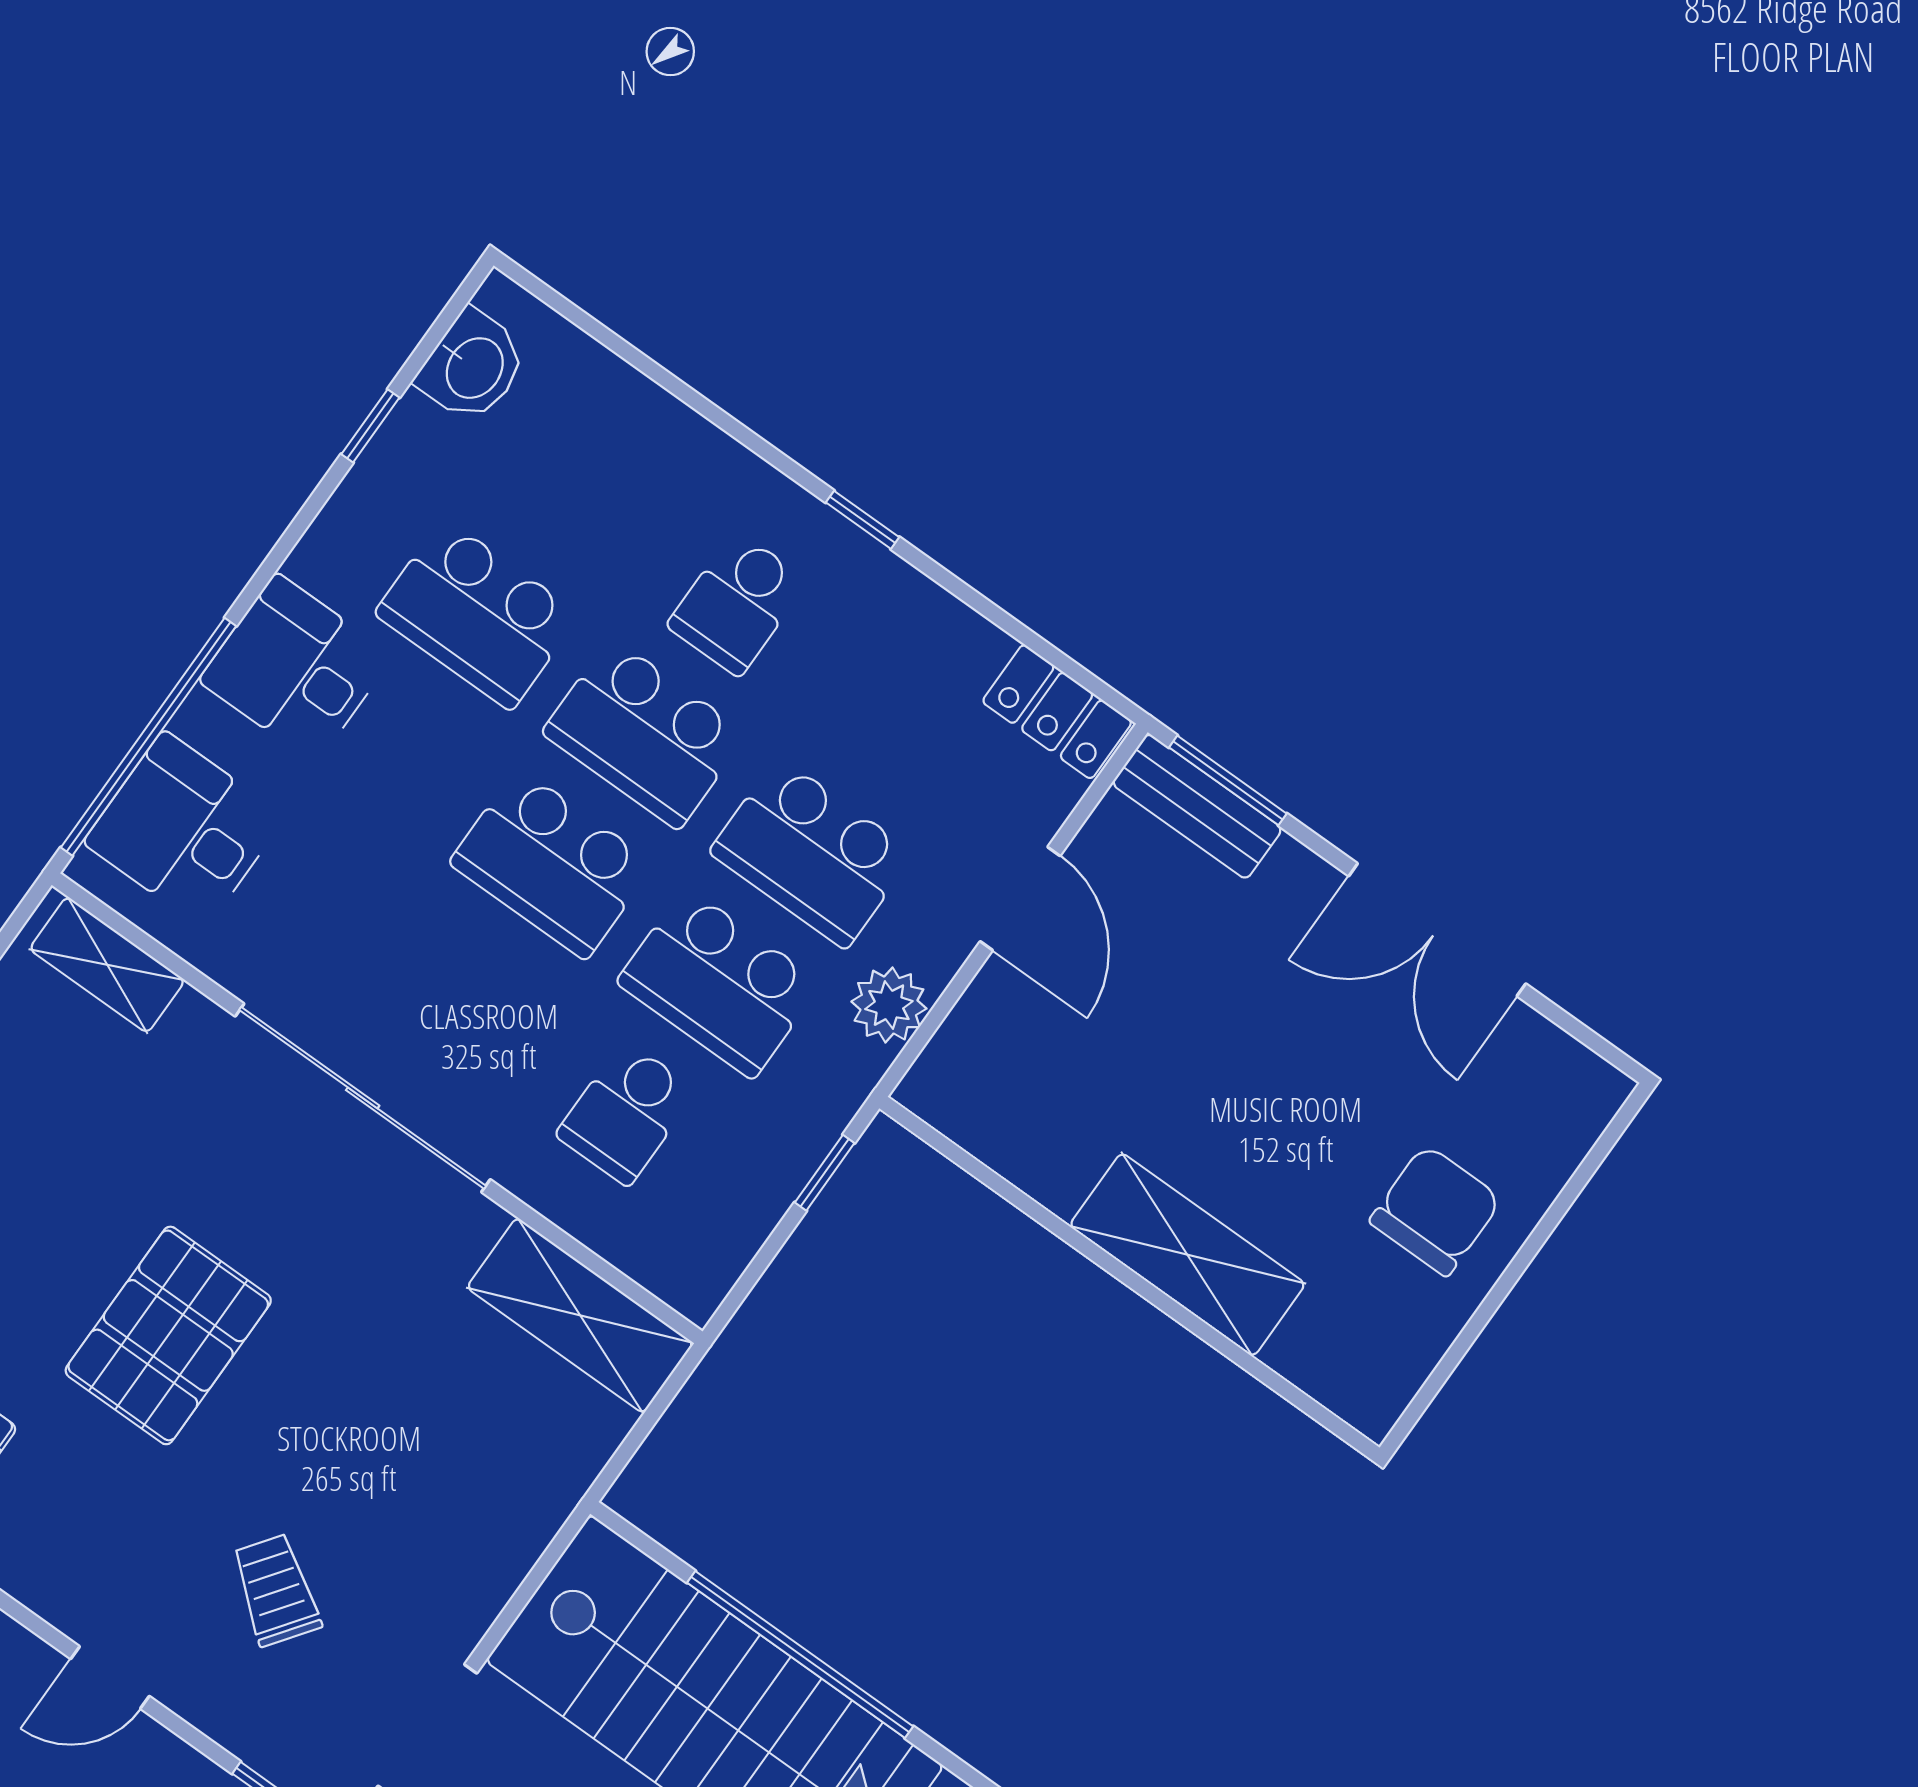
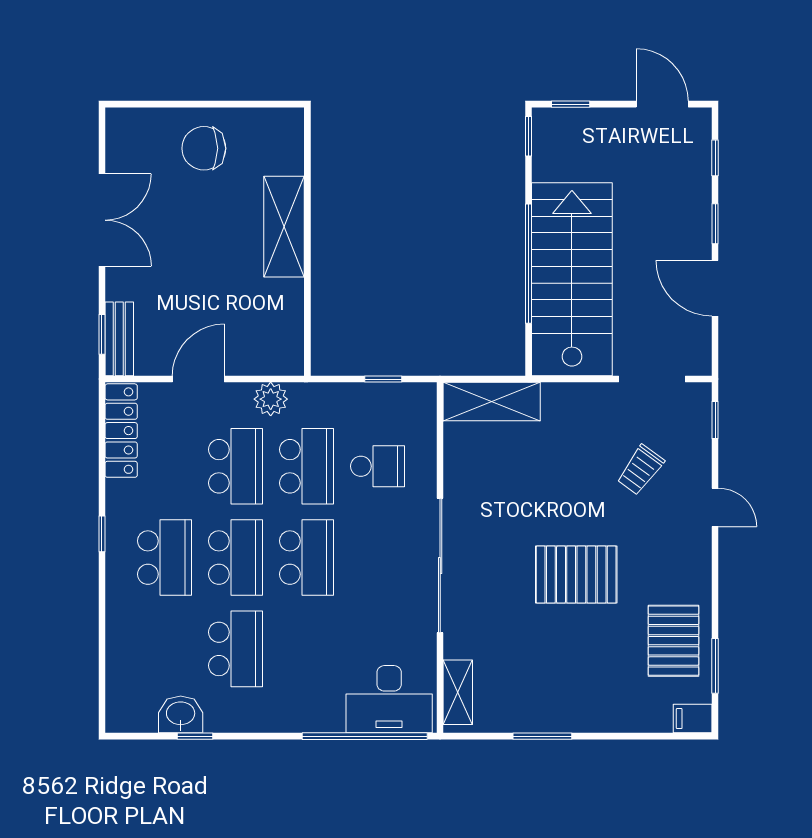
washbasin: (473, 367) -> (181, 714), moved
school desk: (737, 603) -> (165, 558), width x1.85
desk: (296, 668) -> (302, 701), removed
locker: (1057, 712) -> (121, 431), width x1.53
window: (1228, 780) -> (102, 334), width x0.67
desk: (184, 830) -> (389, 699), width x1.37
window: (825, 1173) -> (383, 379), moved
shelving: (580, 1315) -> (492, 402), moved, turned 90

